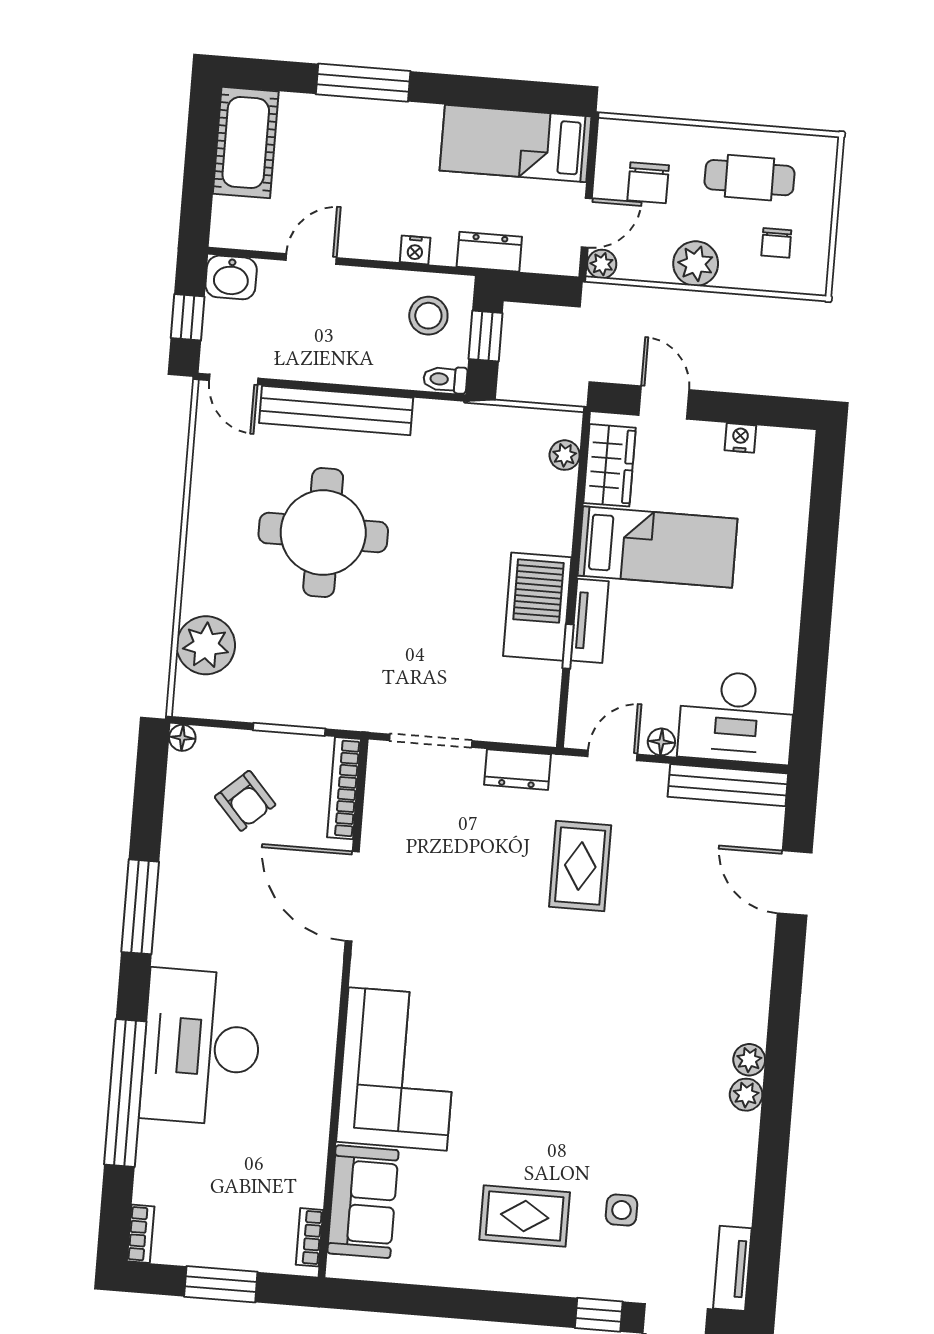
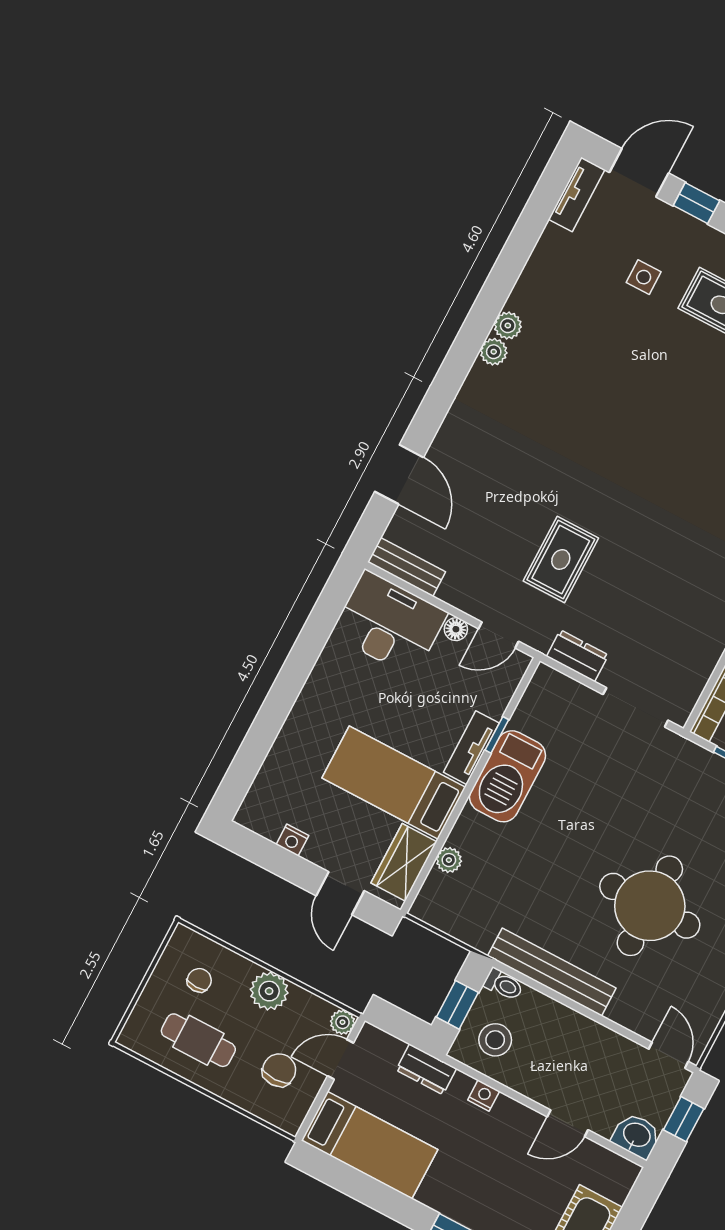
bench: (336, 410) -> (552, 972), moved
plant: (565, 455) -> (449, 860), moved
bench: (728, 785) -> (407, 567), width x0.73

